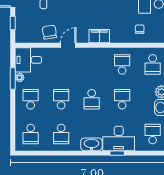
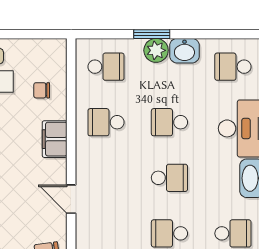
filing cabinet: (99, 36) -> (55, 139), moved
door: (68, 45) -> (71, 199), moved

